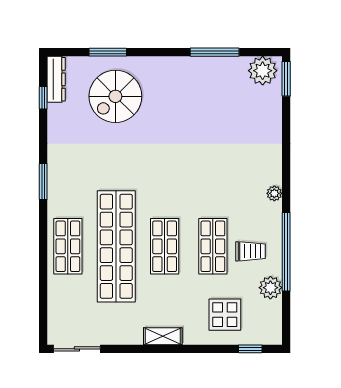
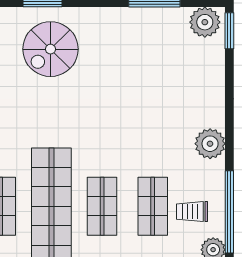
plant: (274, 193) -> (210, 144), width x1.88, depth x1.88
trolley: (250, 251) -> (192, 212), turned 180

